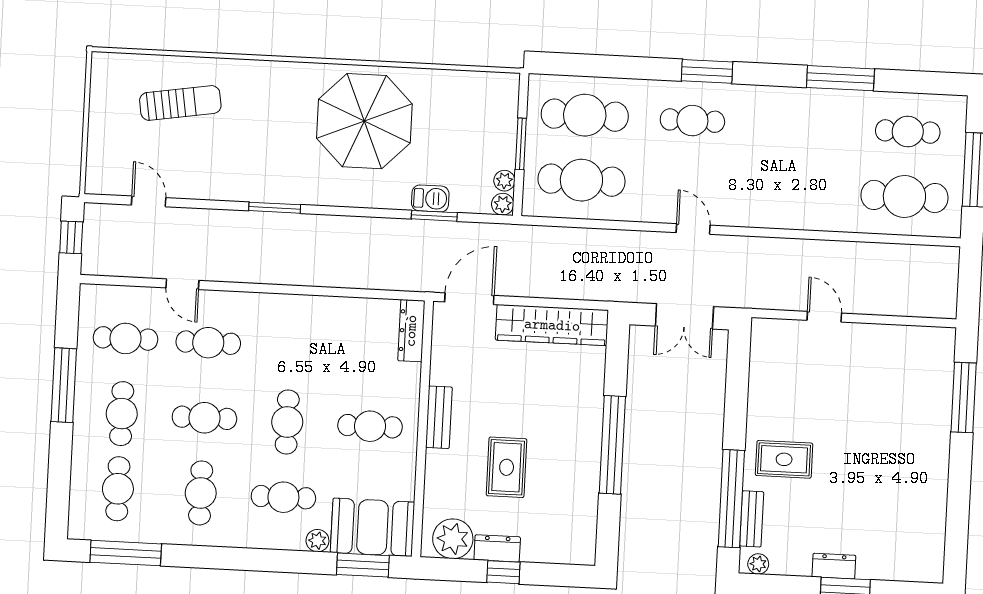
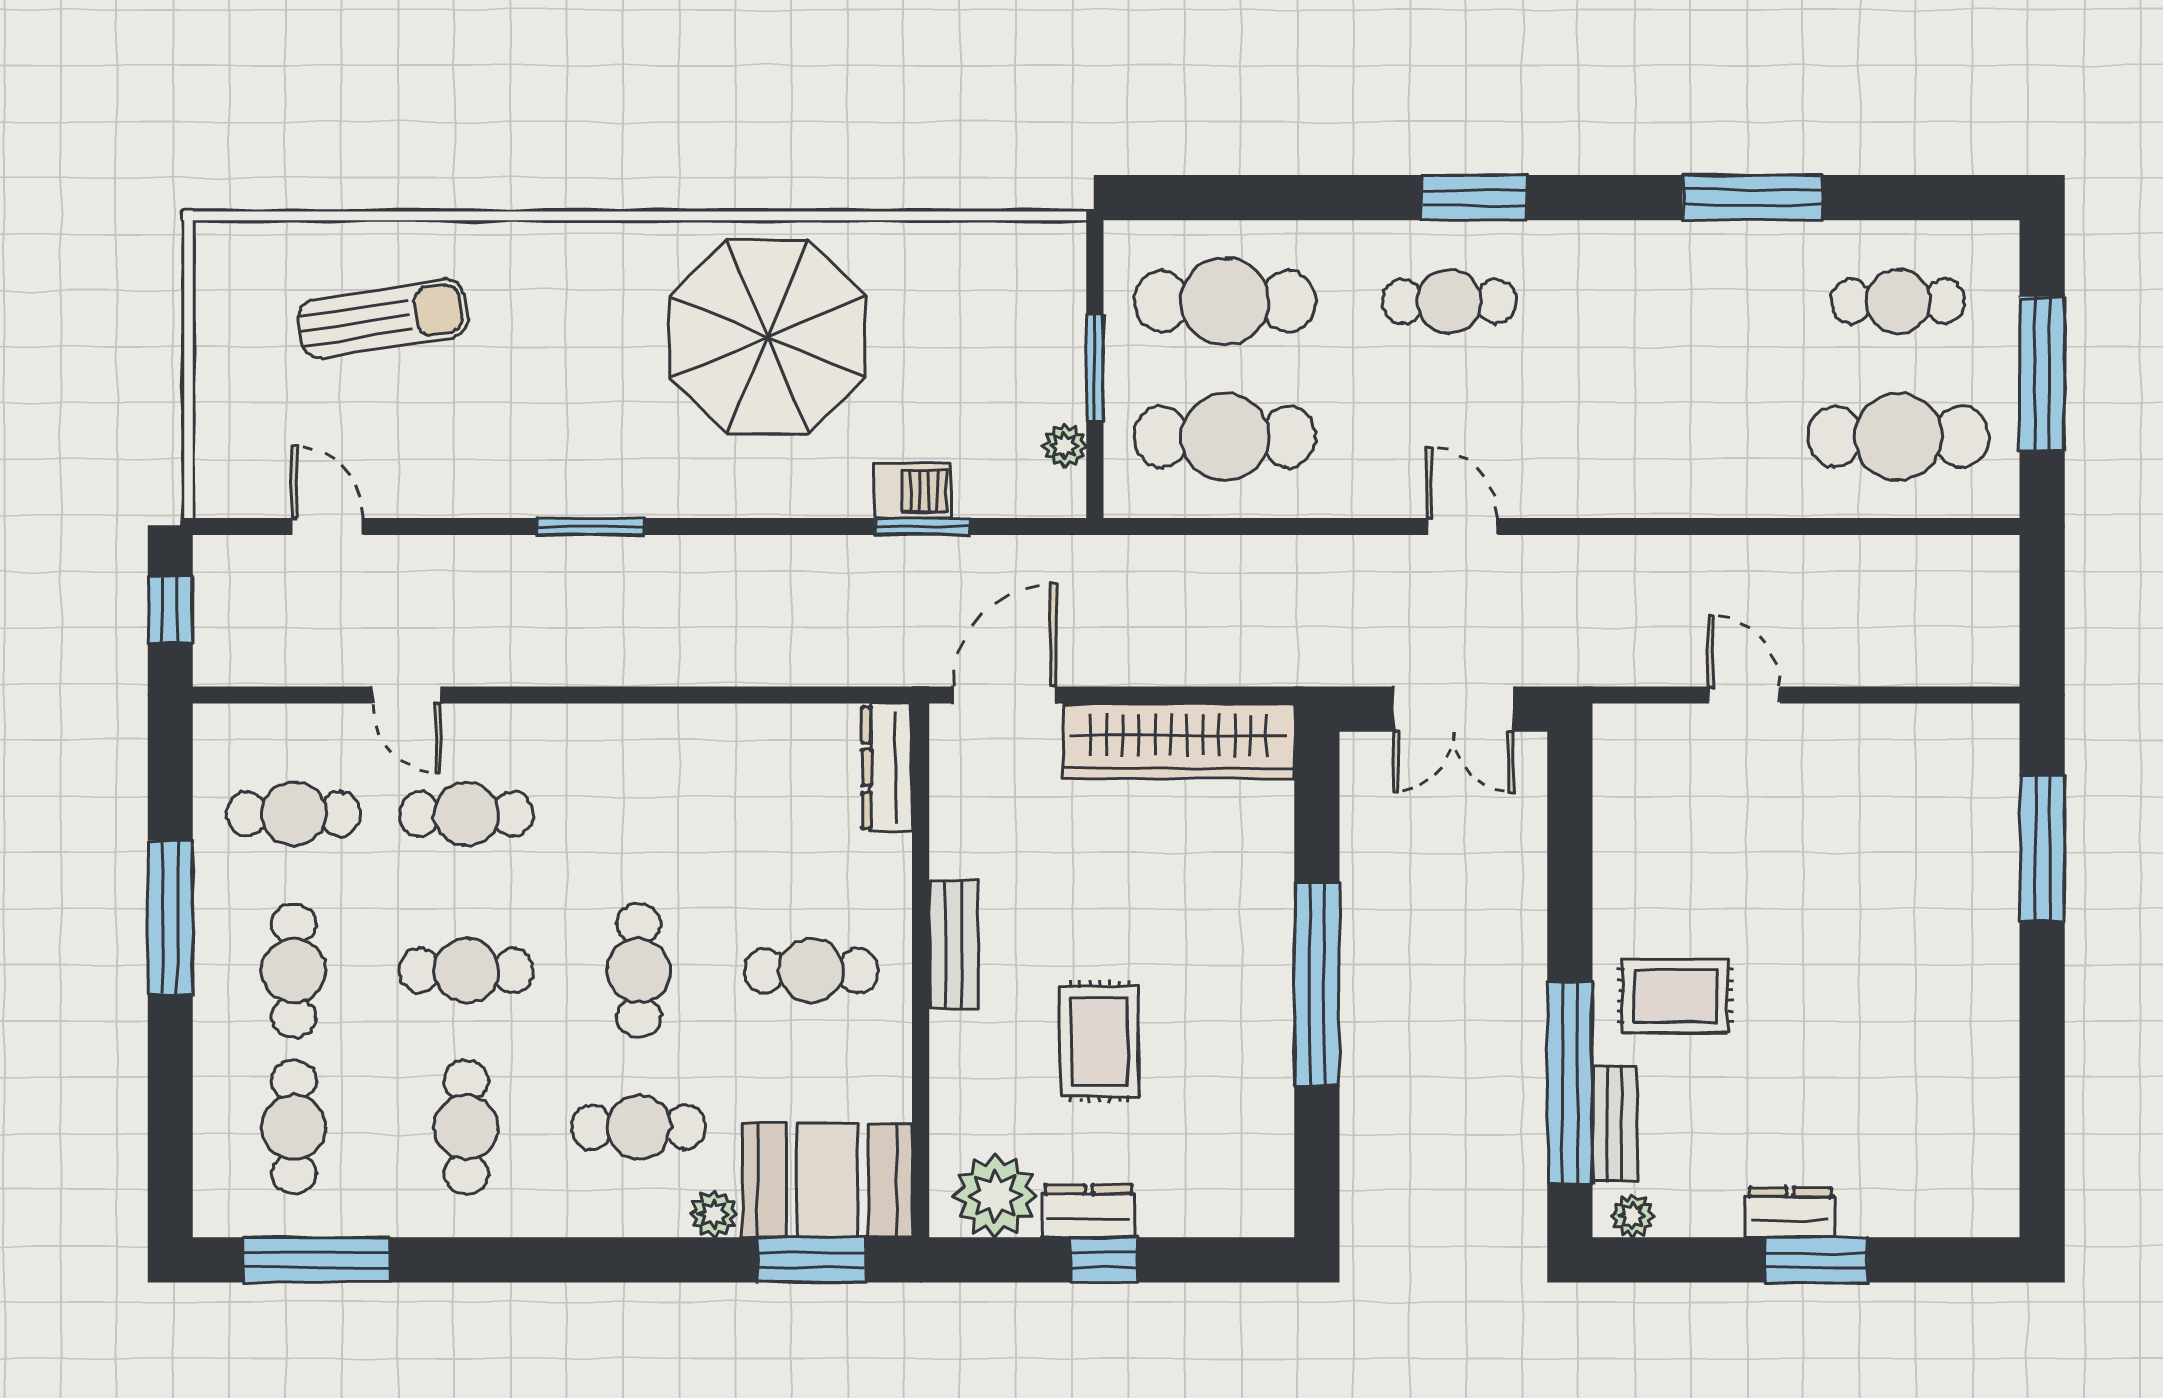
plant: (503, 204) -> (1064, 495), removed

